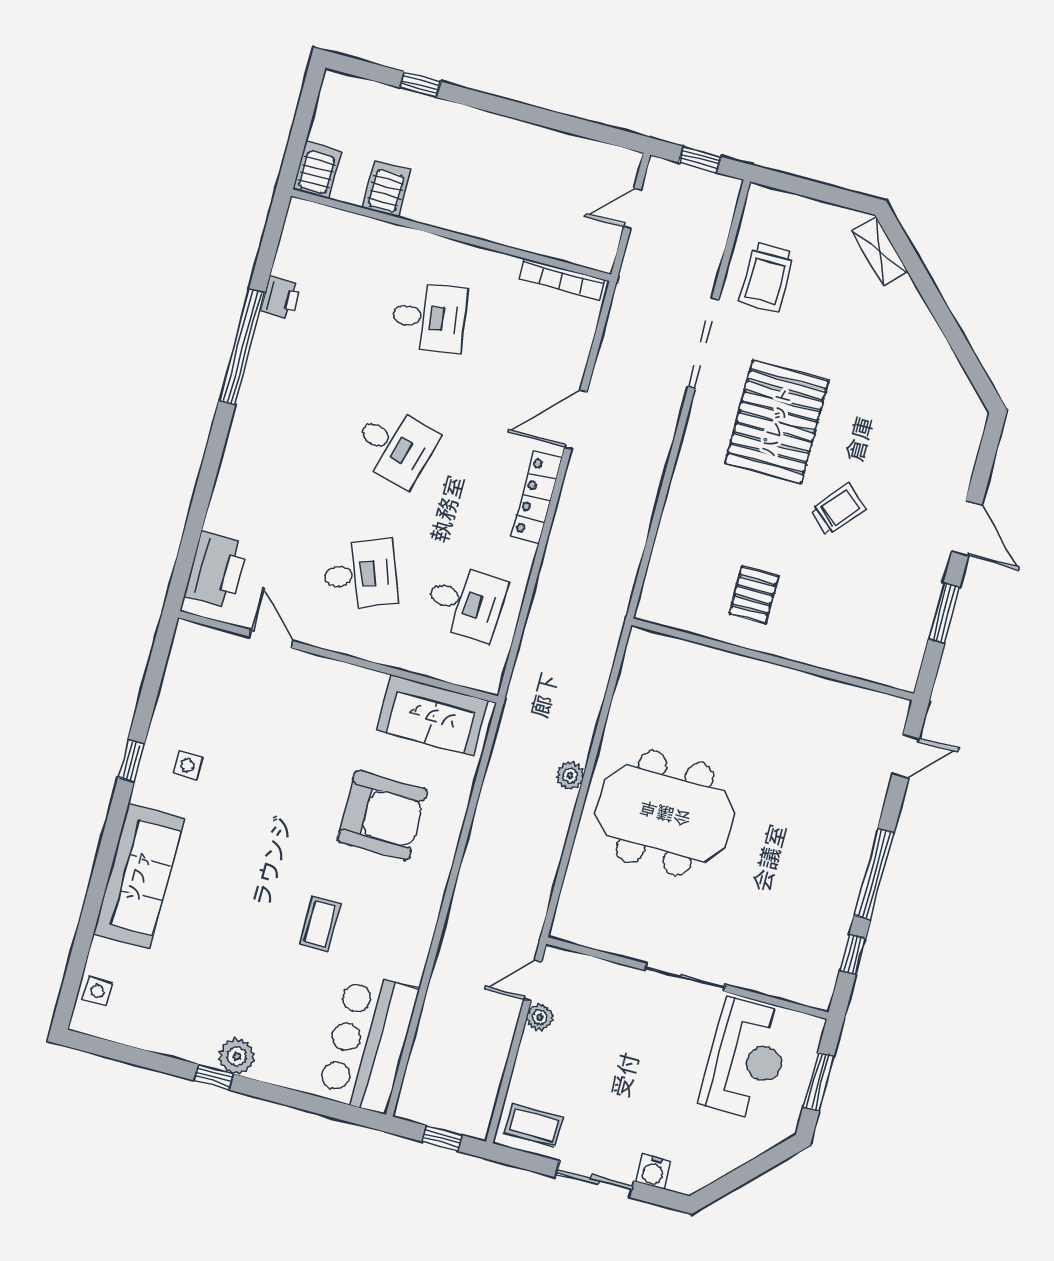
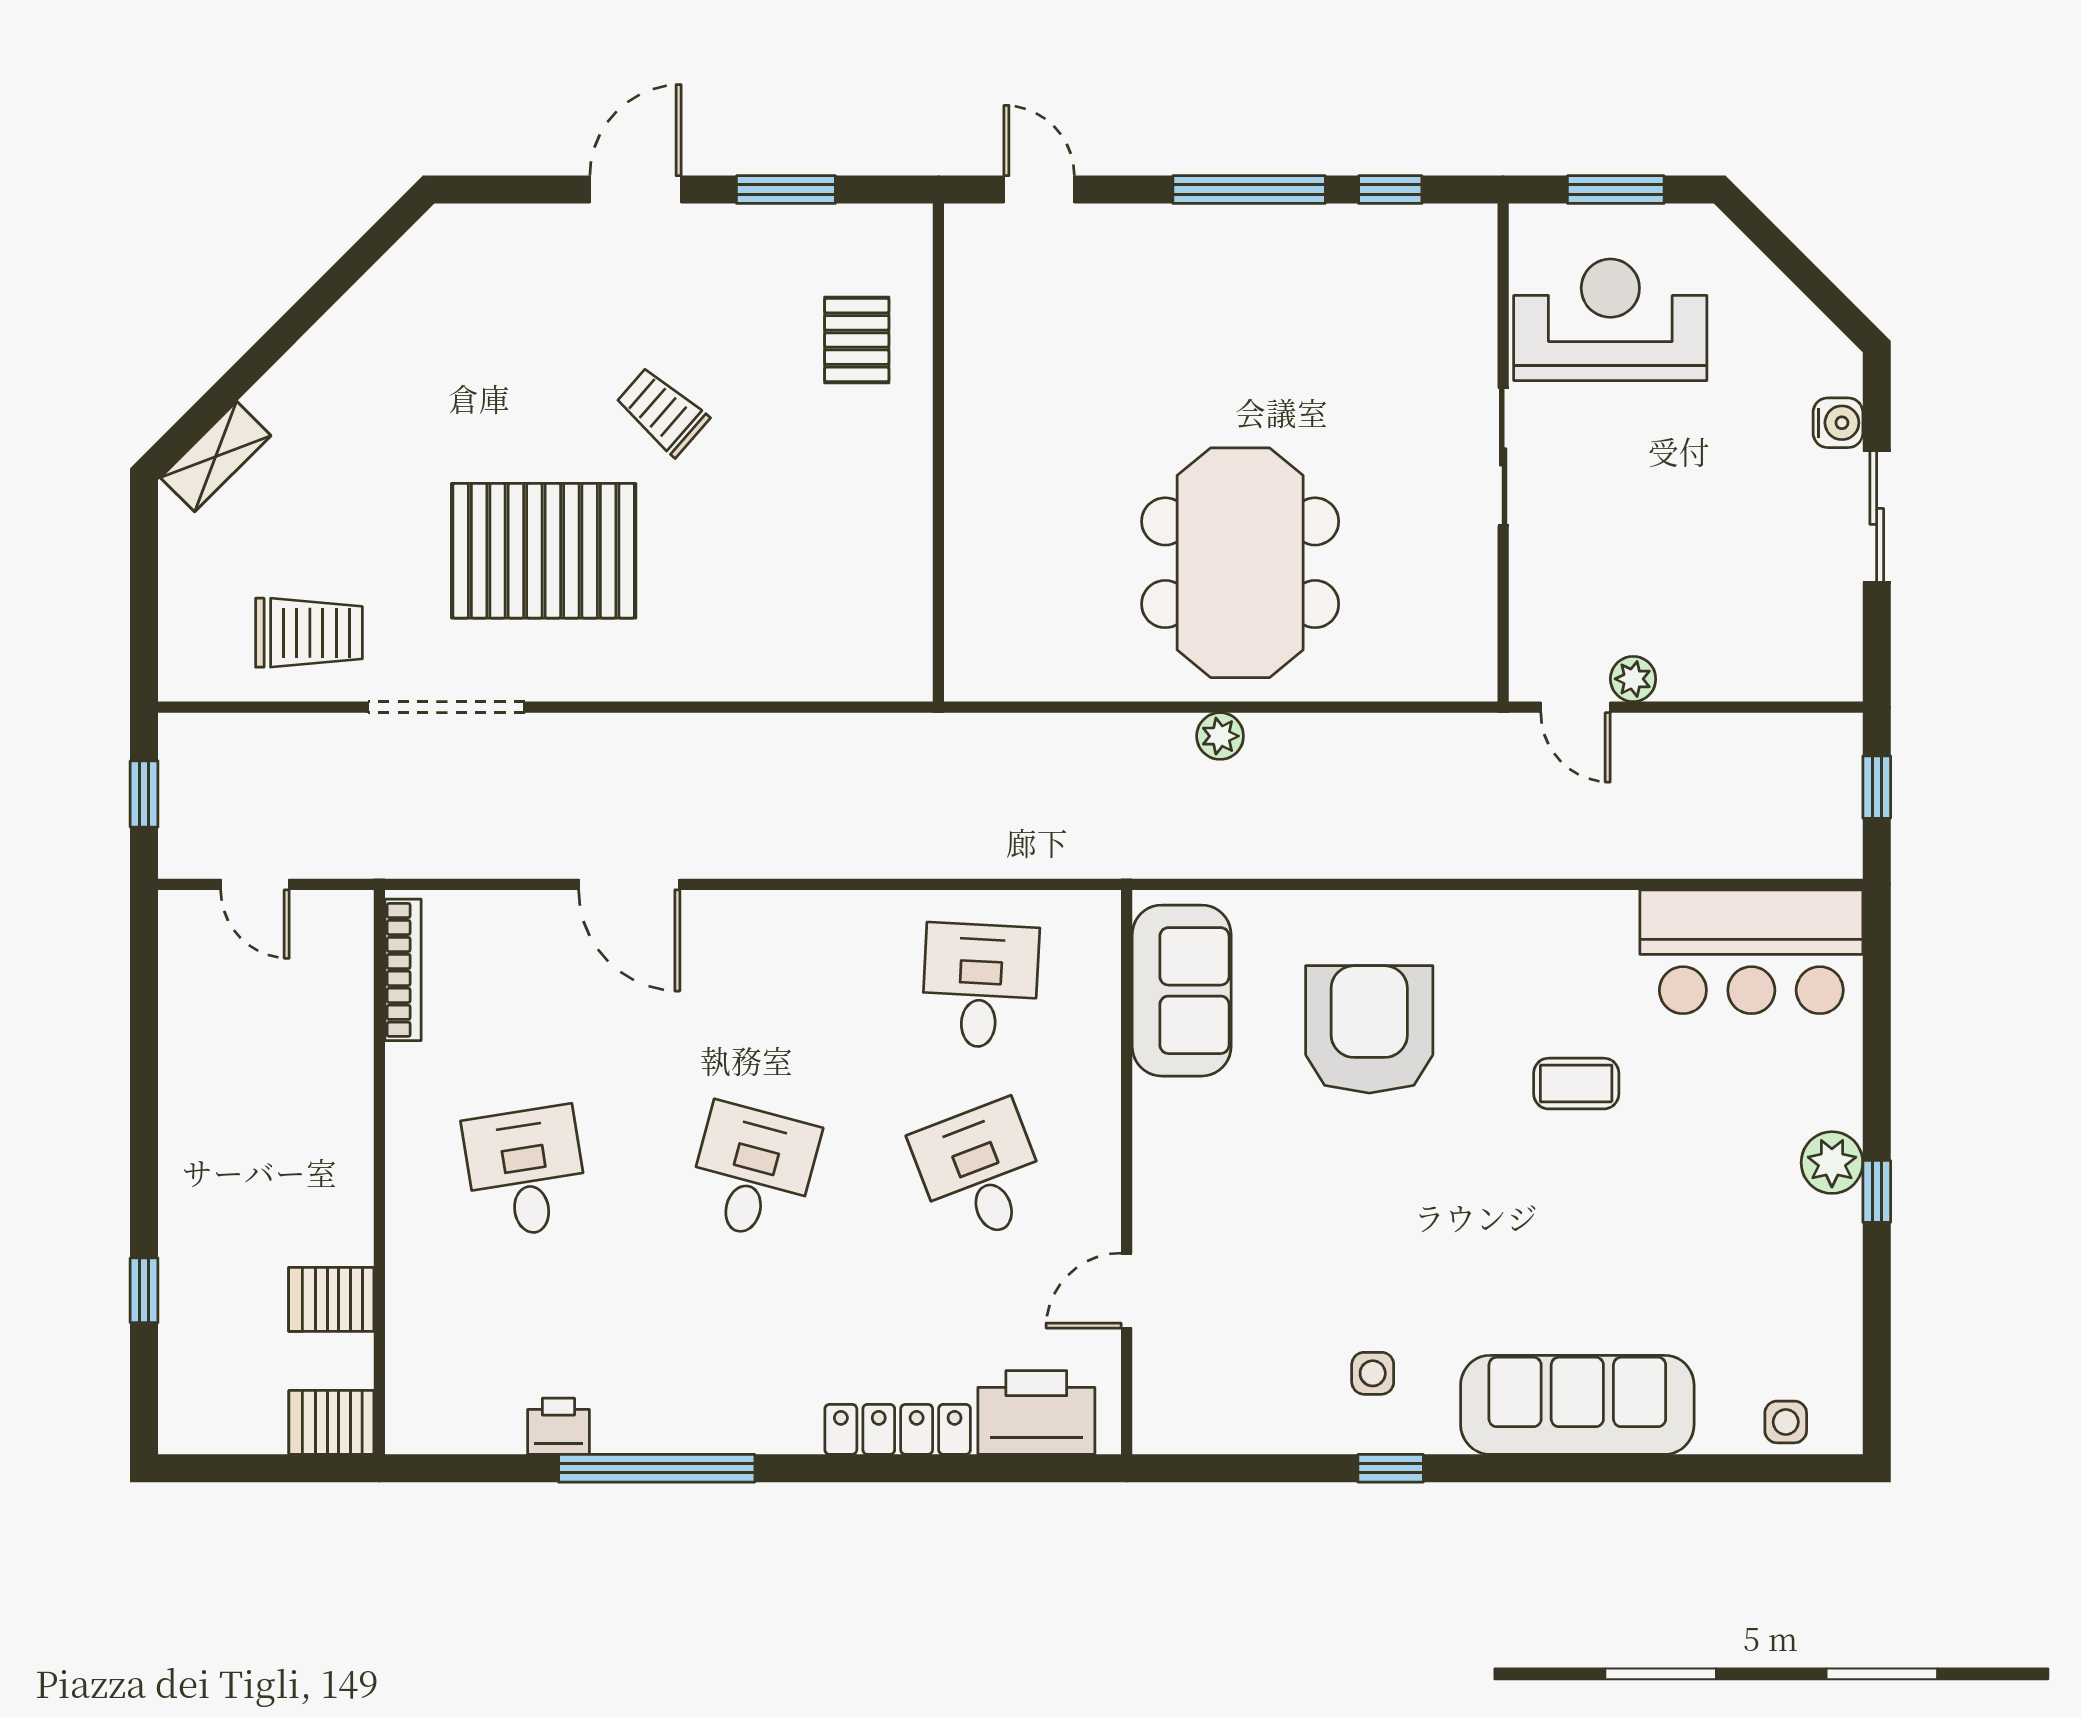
locker: (536, 498) -> (898, 1429), moved, turned 180
pallet: (754, 595) -> (857, 340), moved, turned 90
coffee table: (534, 1125) -> (1814, 642), removed

